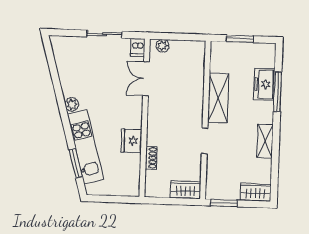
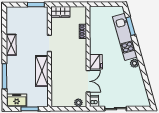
freezer: (264, 84) -> (17, 100), moved, turned -90
fridge: (131, 141) -> (96, 62), moved
wardrobe: (256, 192) -> (16, 12), removed

